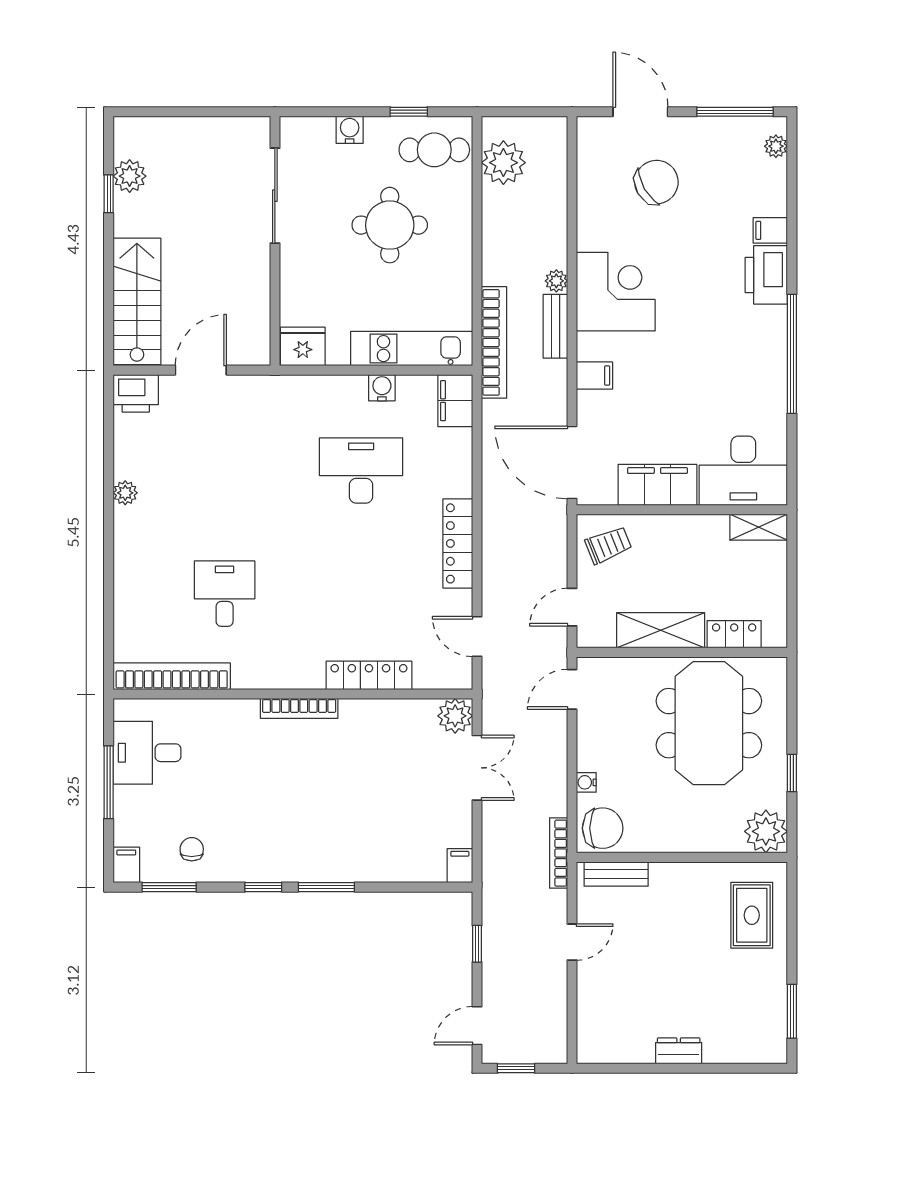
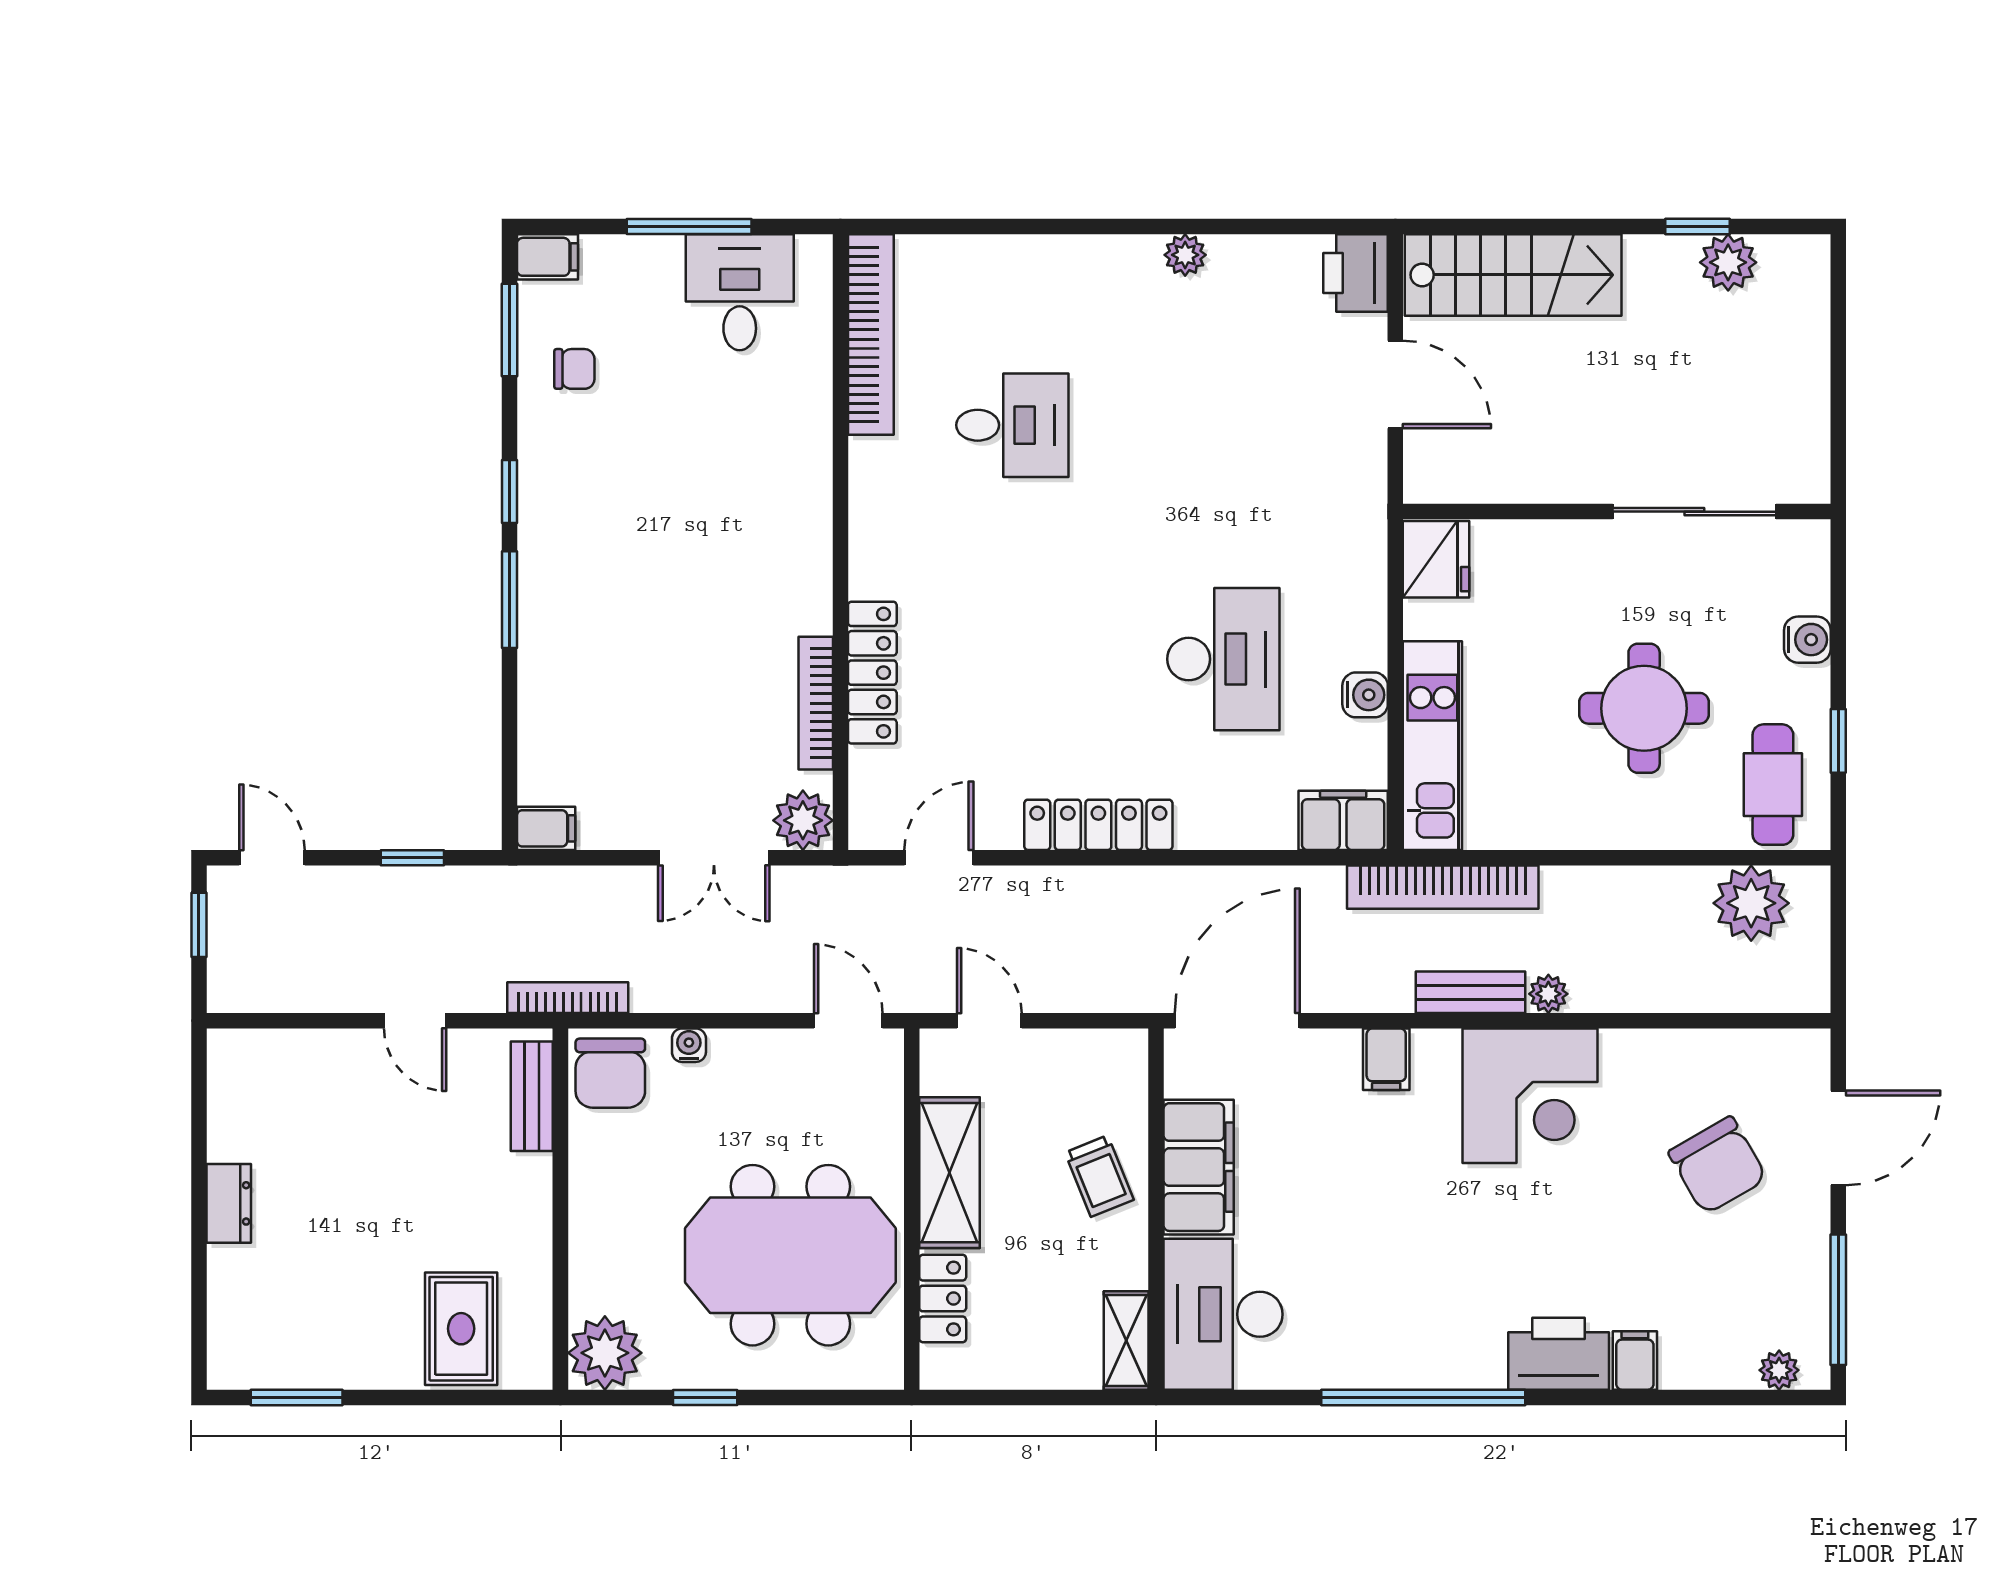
trolley: (608, 545) -> (1099, 1176), moved
bookcase: (299, 708) -> (816, 703), moved
rug: (752, 915) -> (461, 1329), turned 90

